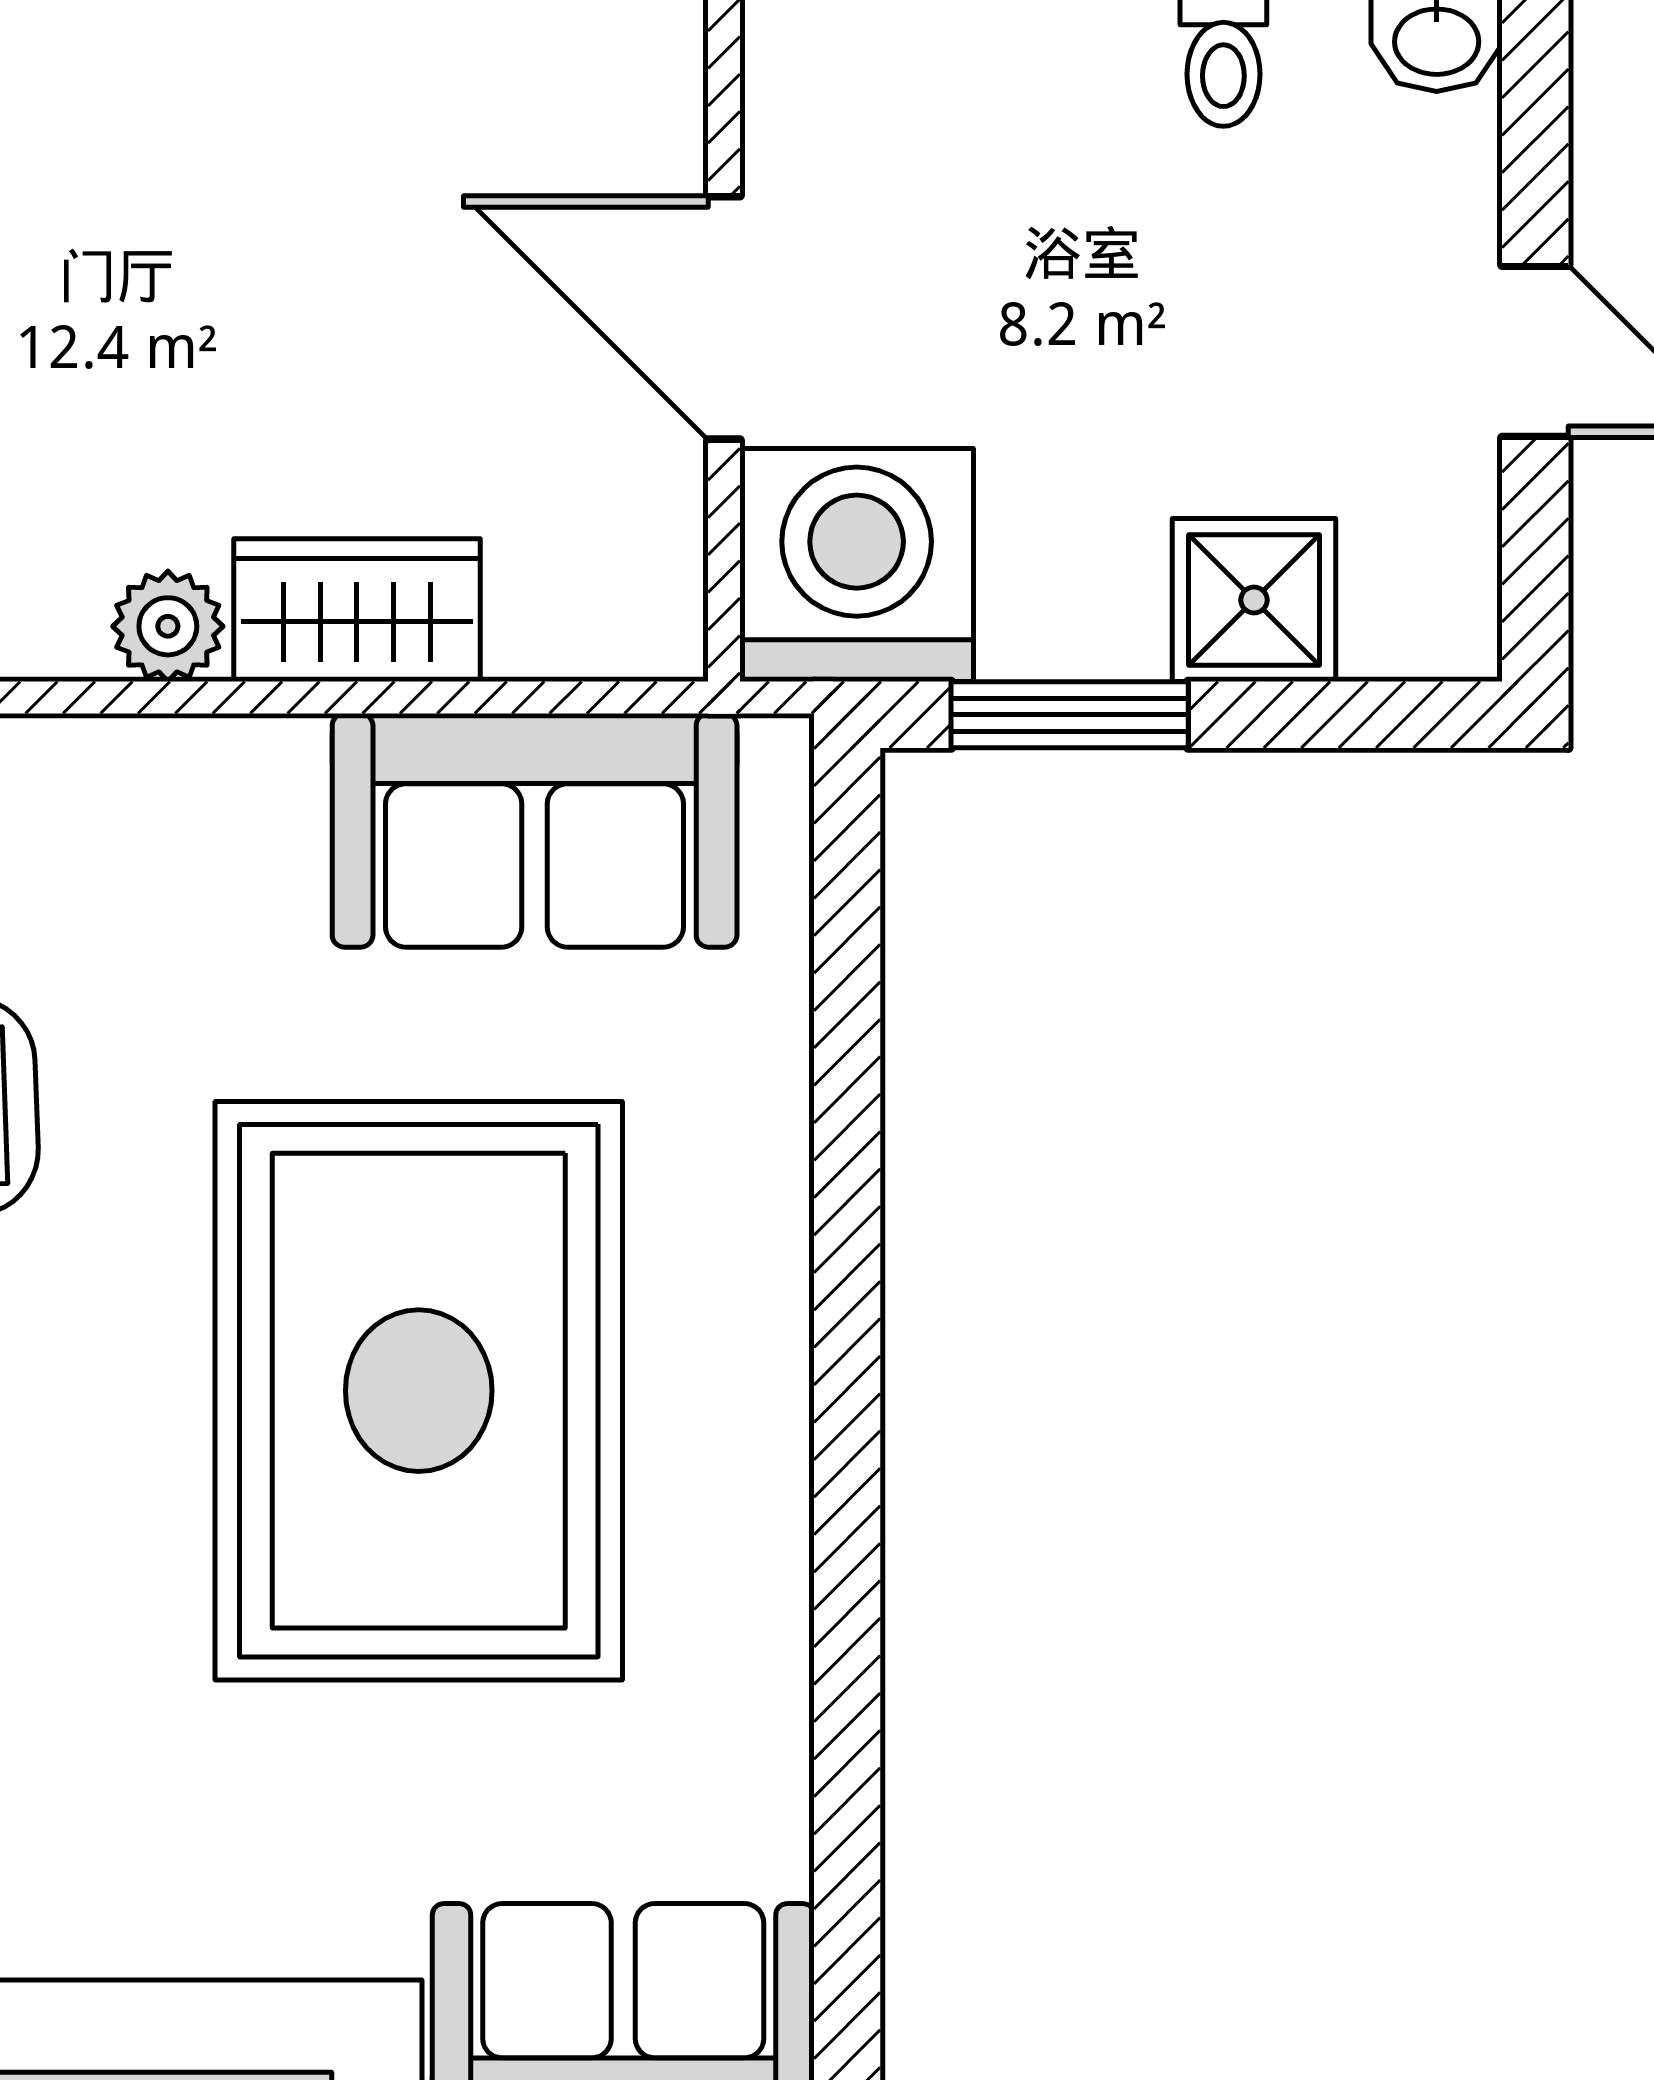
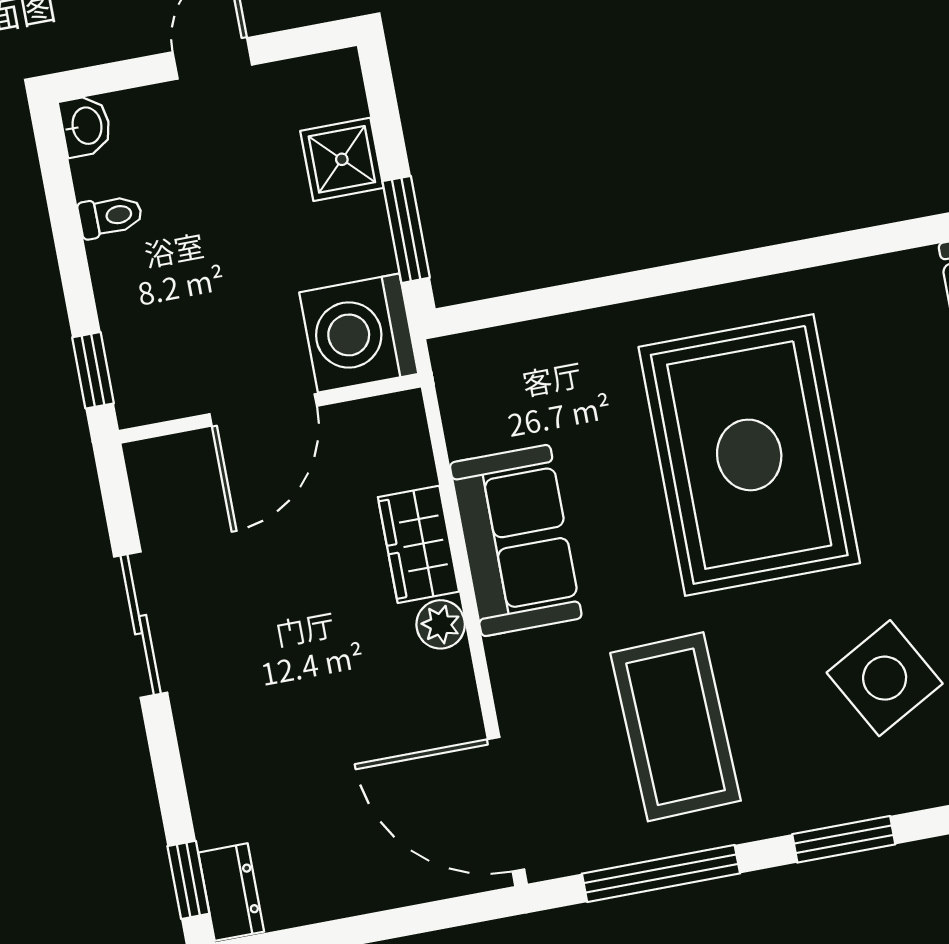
sofa: (535, 830) -> (516, 541), moved
rug: (419, 1391) -> (749, 455), turned 90

